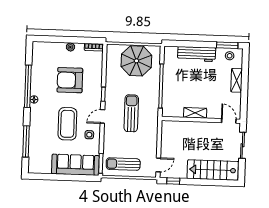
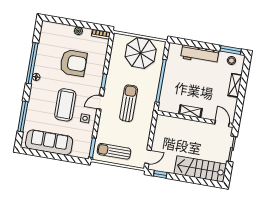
armchair: (70, 80) -> (73, 63), turned 180
sofa: (75, 165) -> (49, 142), moved

